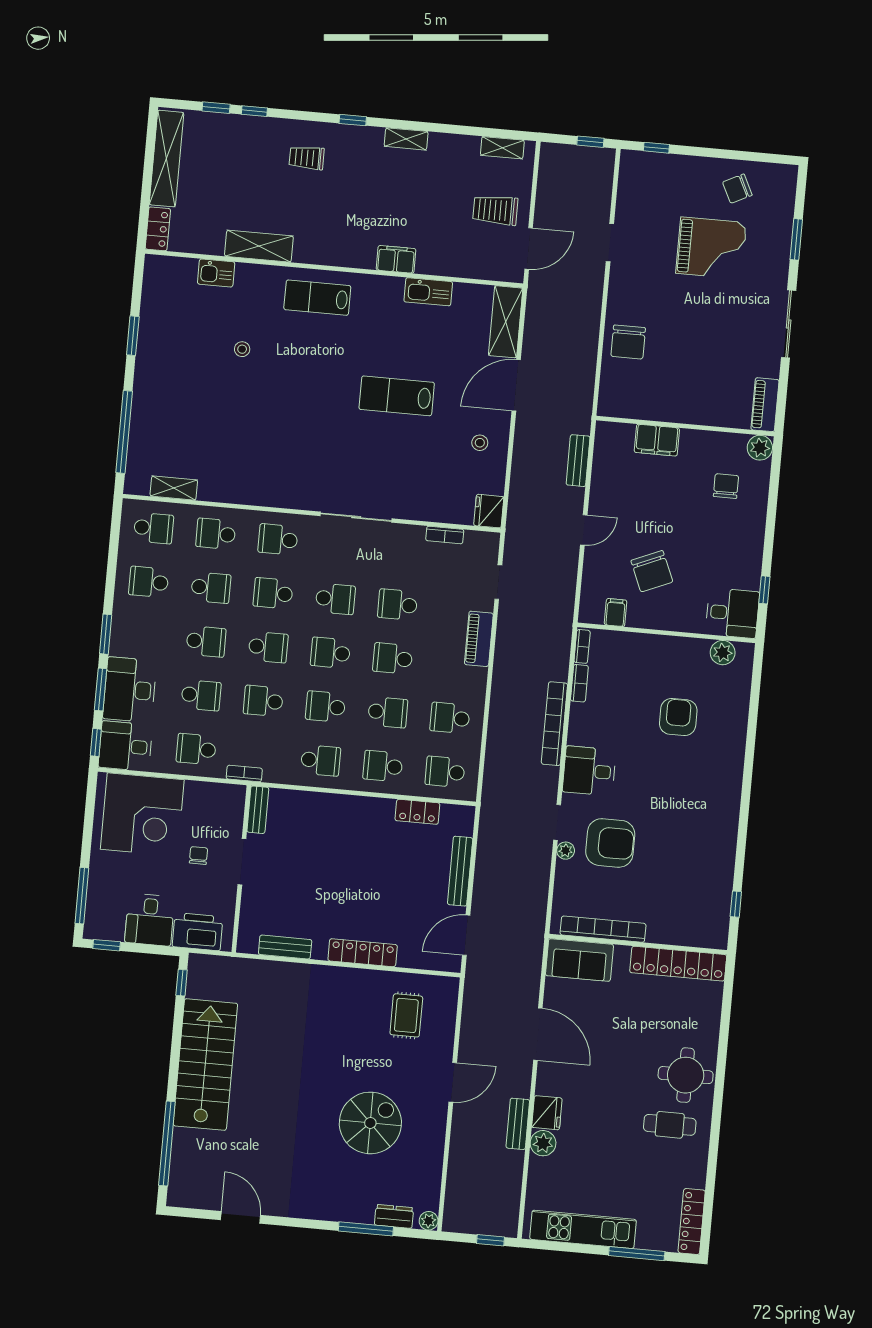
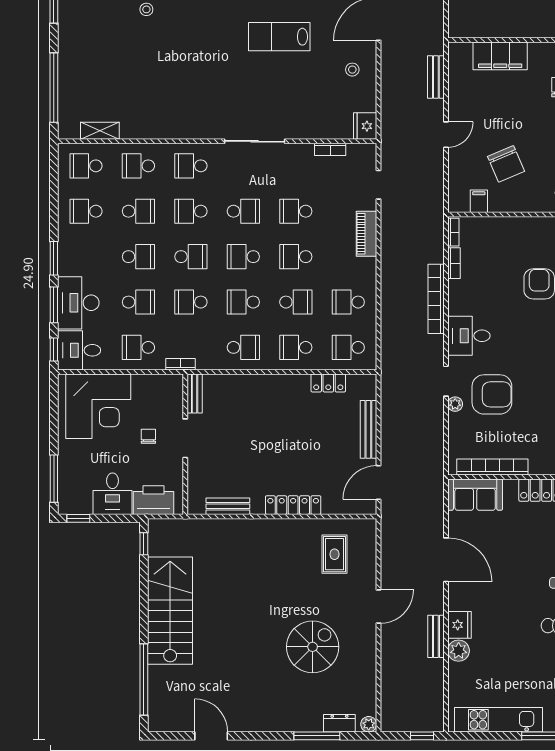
filing cabinet: (657, 440) -> (500, 56), width x1.50, depth x1.17
school desk: (154, 528) -> (86, 166), turned 180

